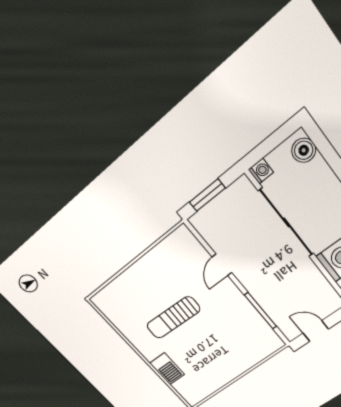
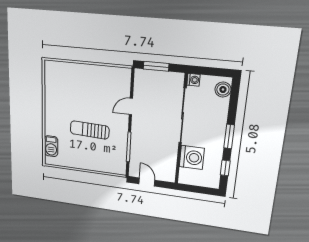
sun lounger: (173, 318) -> (90, 130), moved
barbecue: (167, 369) -> (51, 146), moved

